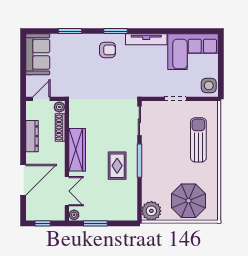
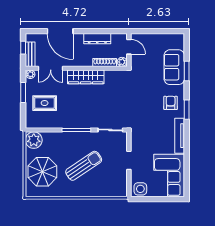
armchair: (108, 50) -> (171, 103), turned 180
sofa: (38, 54) -> (174, 67), moved, turned 90
sun lounger: (198, 140) -> (84, 166), moved, turned -34
rug: (117, 166) -> (45, 103), moved
bench: (50, 215) -> (30, 54), added

